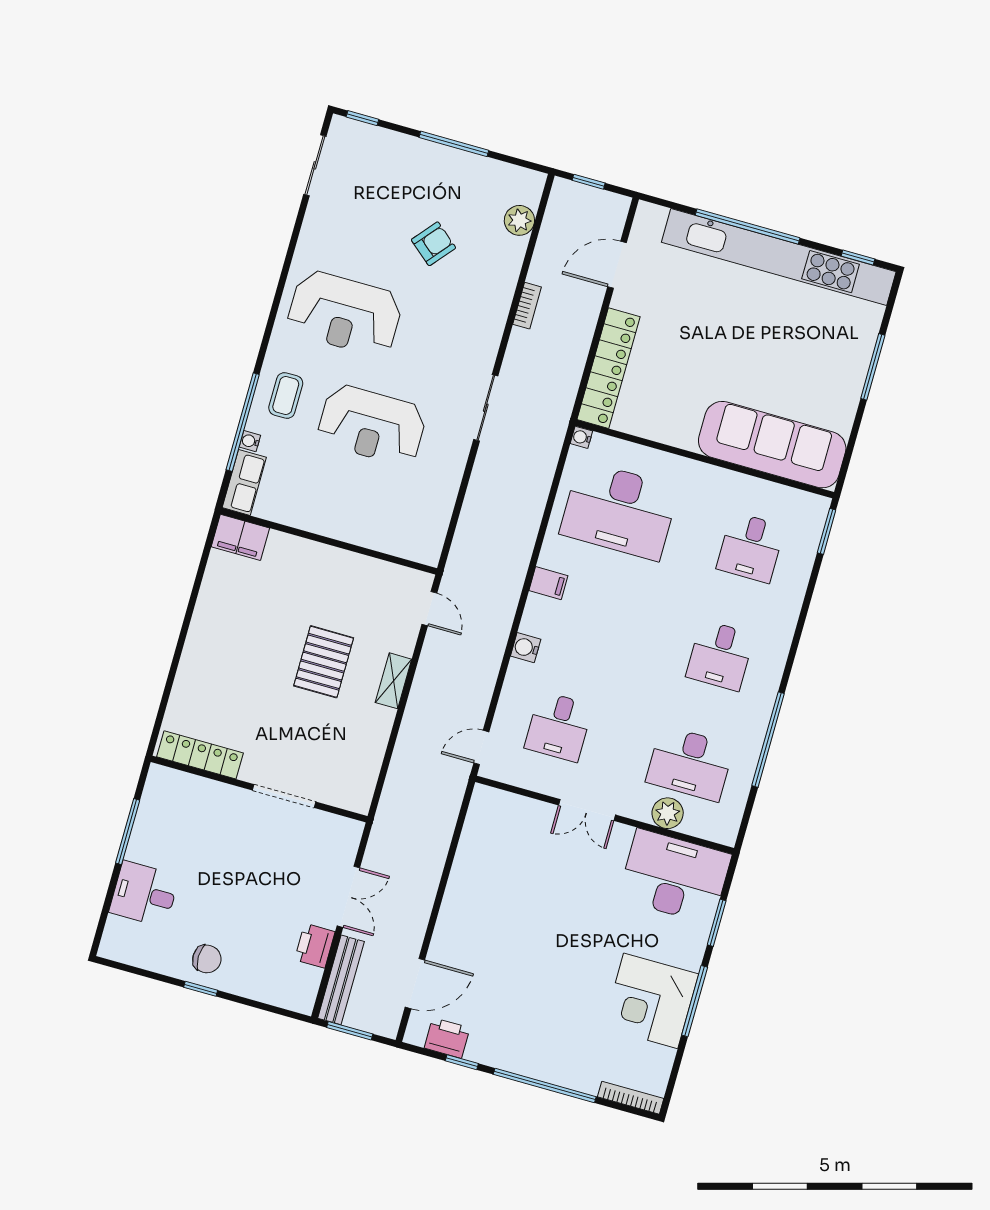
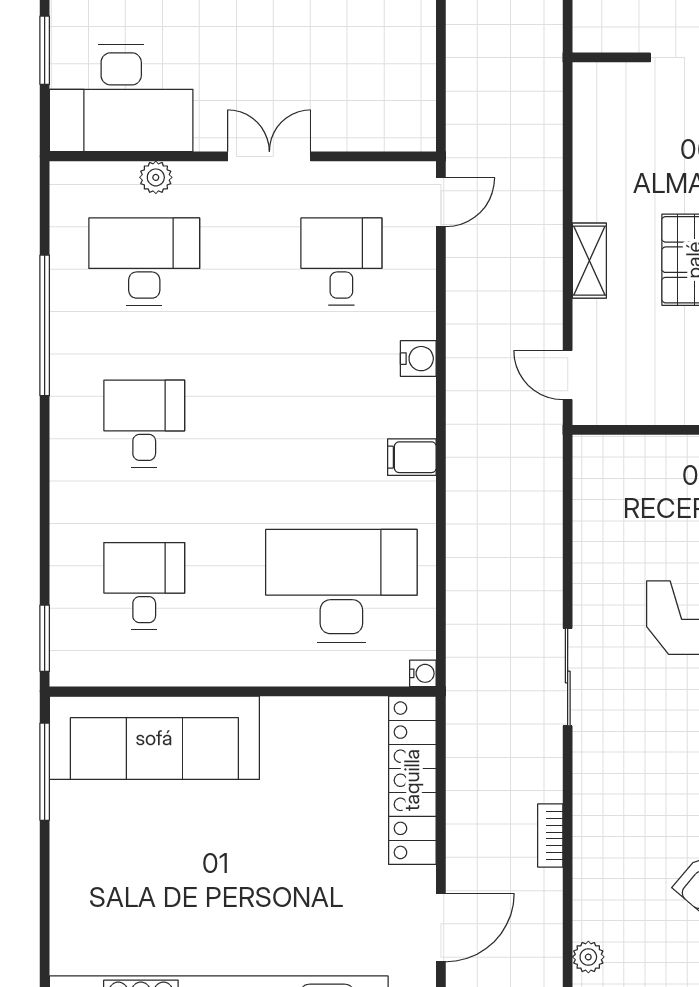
plant: (519, 220) -> (588, 957), width x0.73, depth x0.73
window: (873, 367) -> (45, 772), moved
plant: (668, 813) -> (156, 177), width x0.73, depth x0.73

